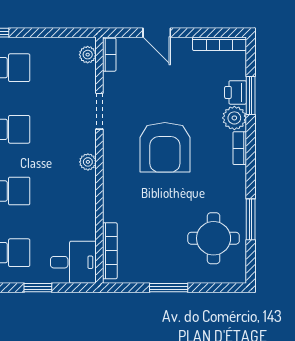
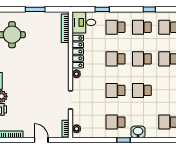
armchair: (165, 147) -> (37, 81), removed
locker: (85, 205) -> (78, 52), added

